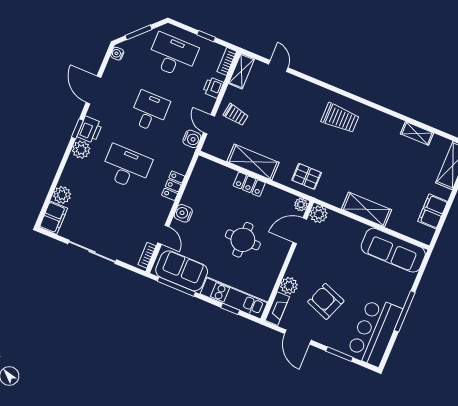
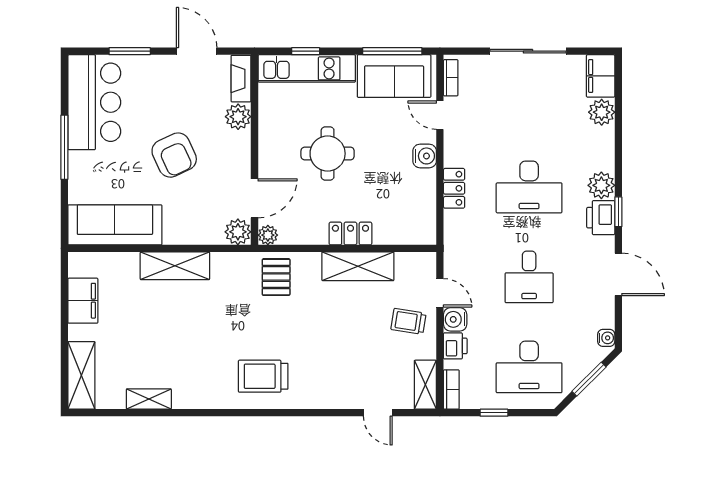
water cooler: (192, 139) -> (455, 319), moved
pallet: (307, 176) -> (276, 277), turned 90
armchair: (326, 301) -> (174, 155), moved, turned 44

